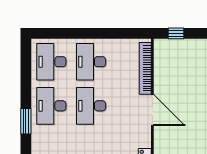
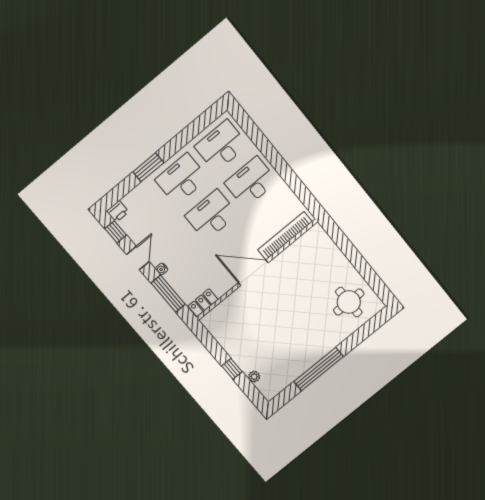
window: (176, 33) -> (339, 237), removed
door: (152, 110) -> (253, 273), swing flipped

